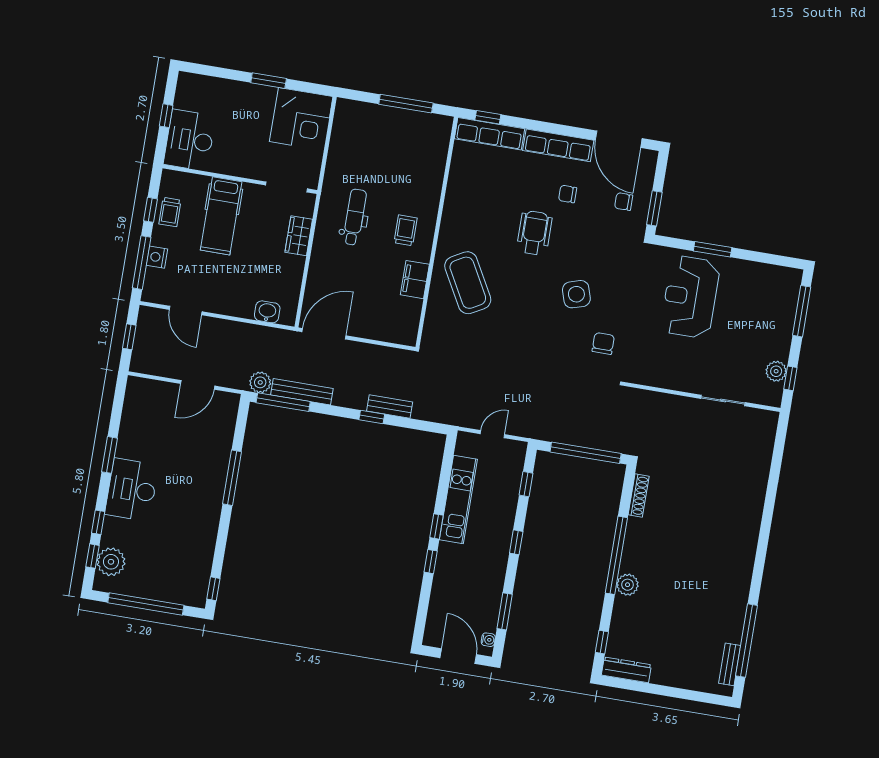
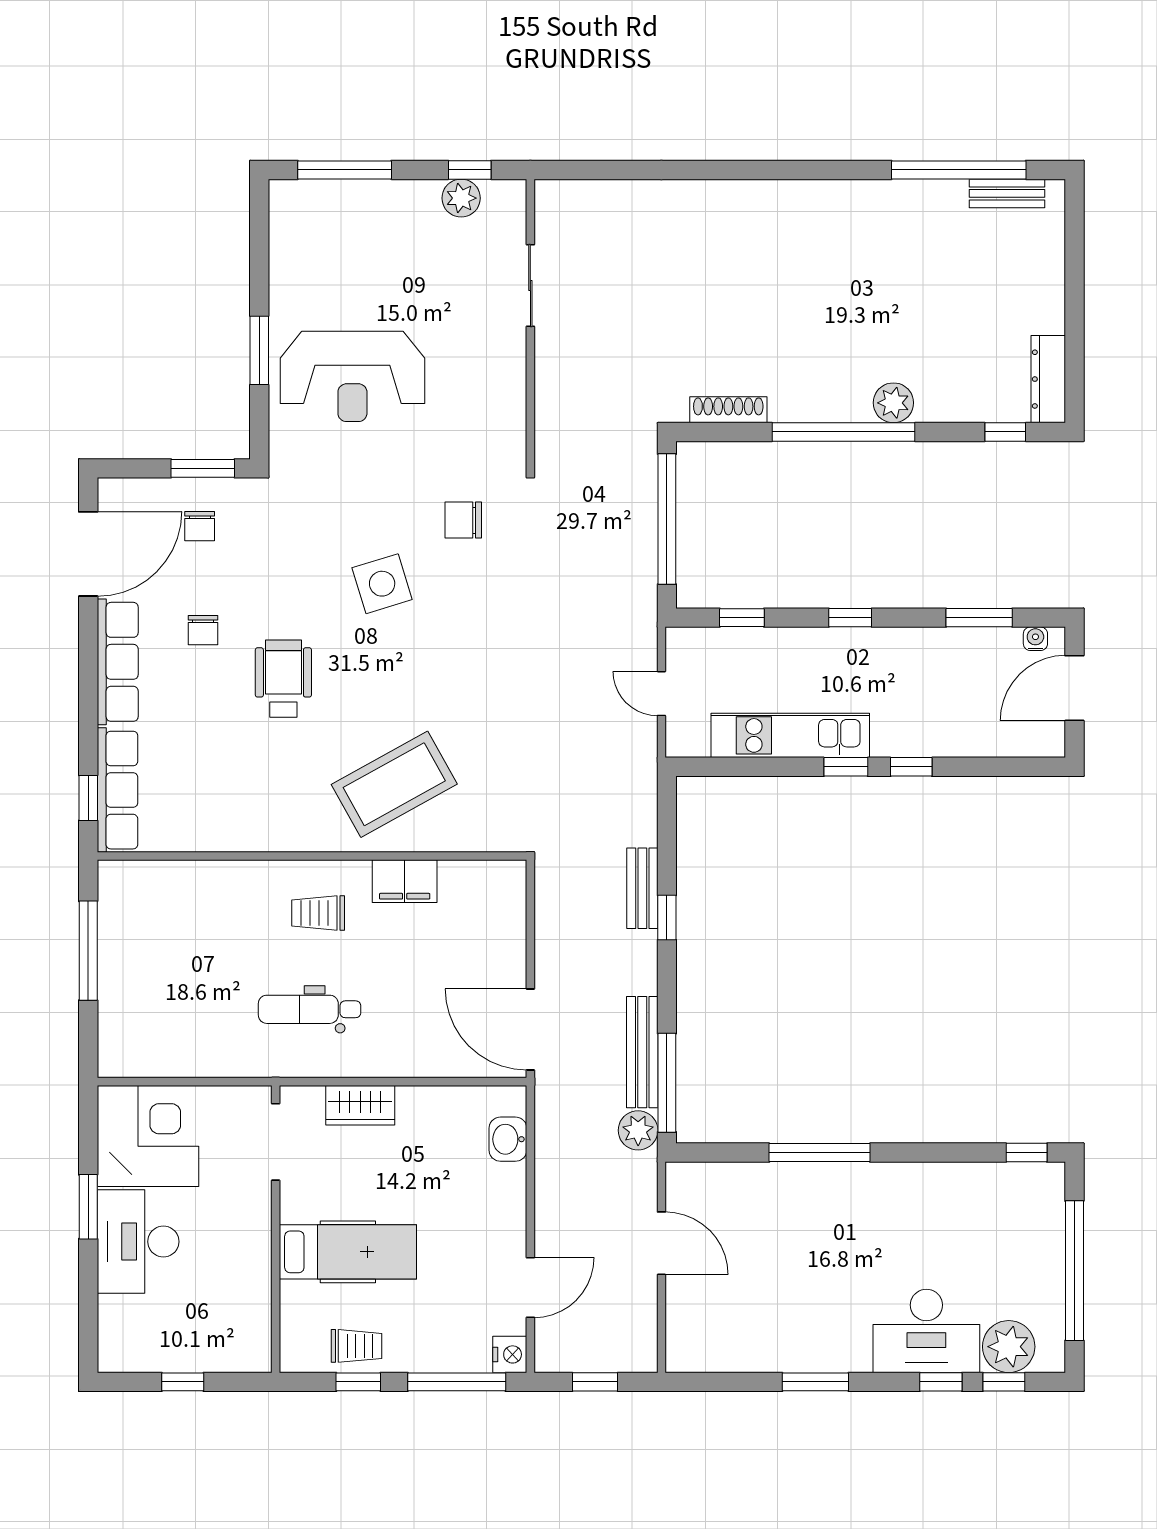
desk: (190, 140) -> (138, 1242), moved, turned 90
wheelchair: (534, 233) -> (283, 679), turned 90
nightstand: (157, 257) -> (510, 1354), moved, turned -90
desk: (132, 490) -> (926, 1331), moved

